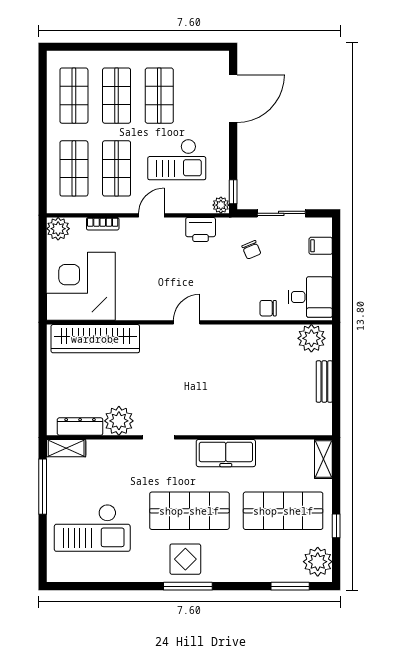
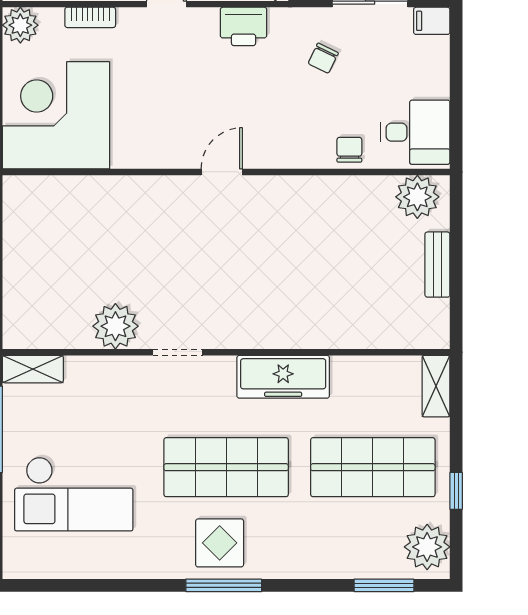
filing cabinet: (321, 246) -> (432, 21), moved
chair: (251, 250) -> (323, 58), turned 49
chair: (268, 308) -> (349, 150), turned 90
wardrobe: (95, 339) -> (79, 197), removed
dresser: (80, 427) -> (55, 335), removed

